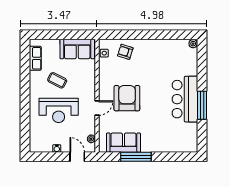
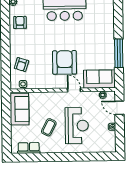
armchair: (171, 51) -> (20, 22), added
armchair: (127, 98) -> (65, 62), turned 90
sofa: (123, 143) -> (99, 79), moved, turned 90
door: (77, 157) -> (119, 108), hinge flipped

